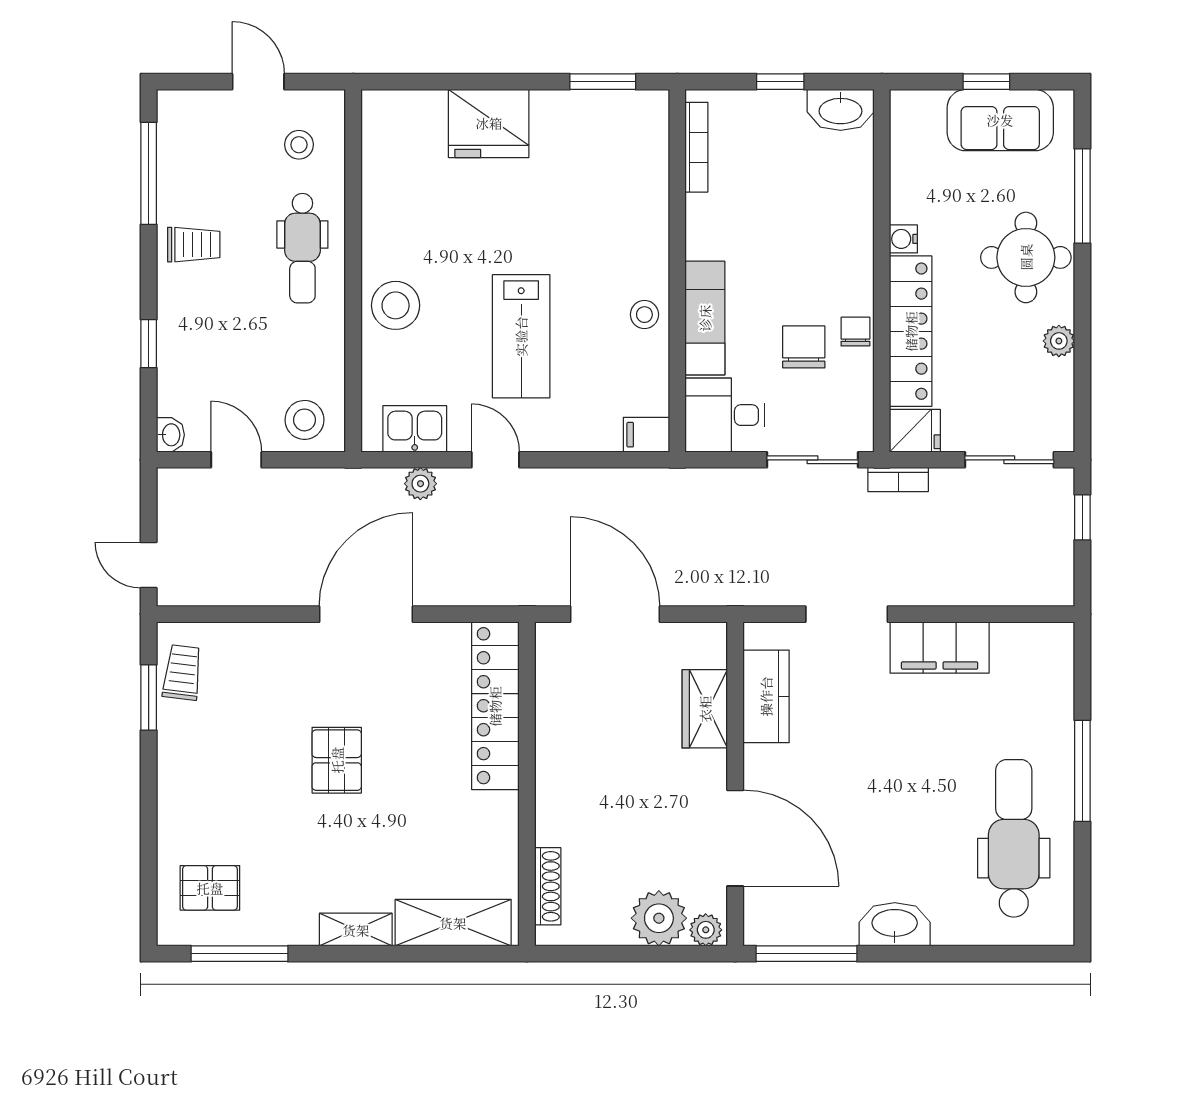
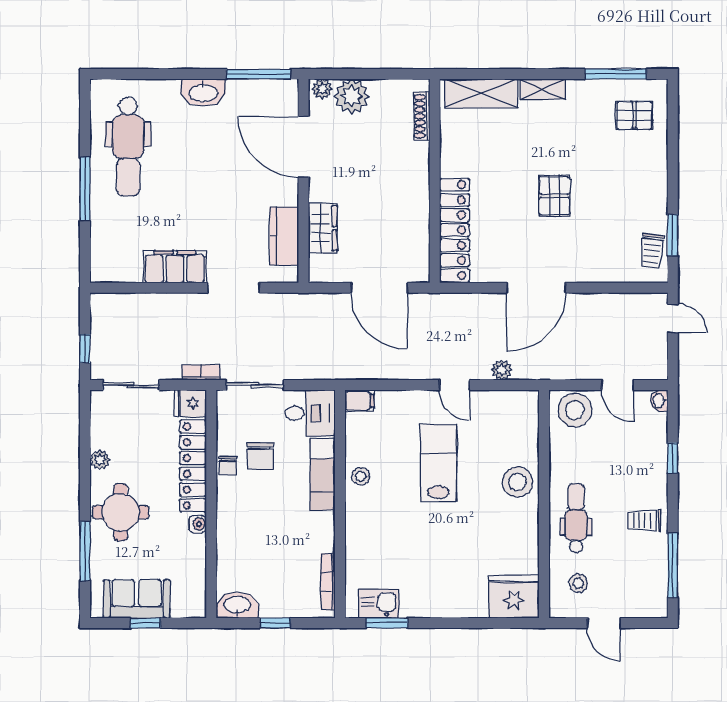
fridge: (489, 123) -> (514, 597), moved
stool: (305, 420) -> (575, 410), width x1.38, depth x1.38
kitchen sink: (415, 429) -> (379, 604), moved, turned 180

